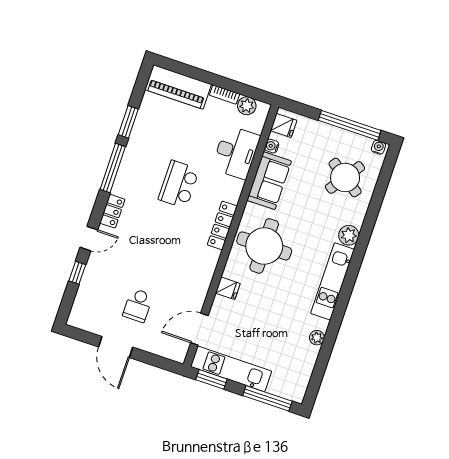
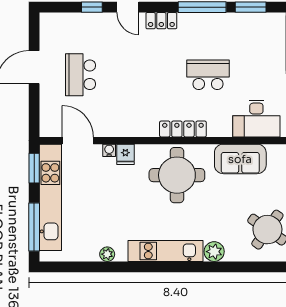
water cooler: (272, 146) -> (109, 150), moved
school desk: (138, 305) -> (81, 75), width x1.85
kitchen unit: (231, 369) -> (50, 197), width x1.36

